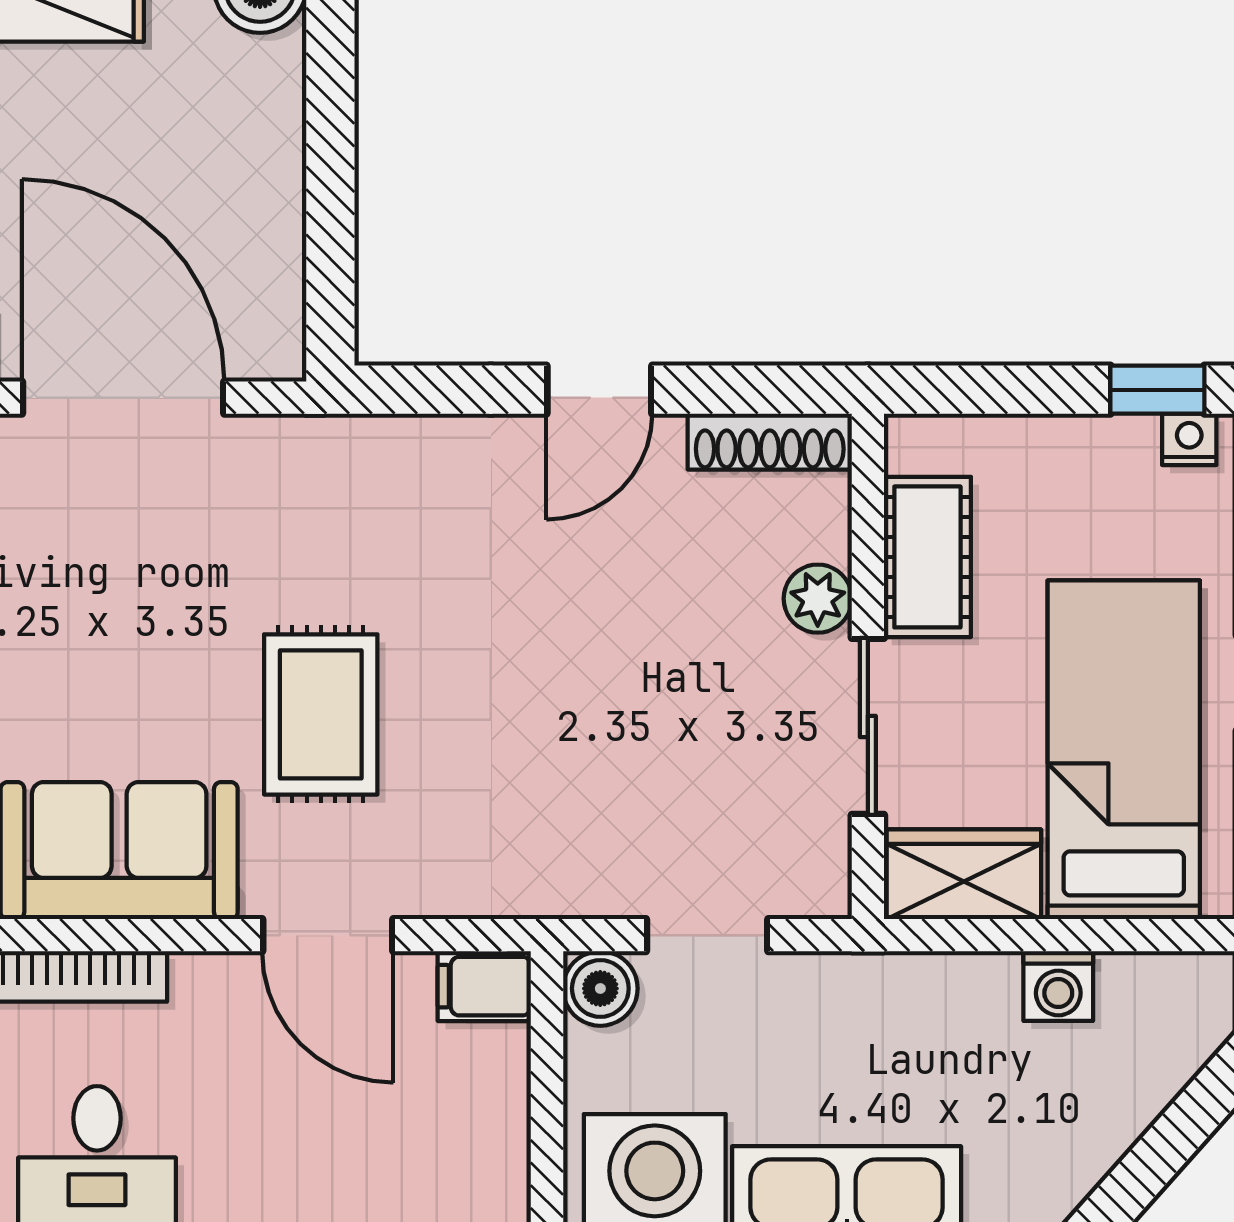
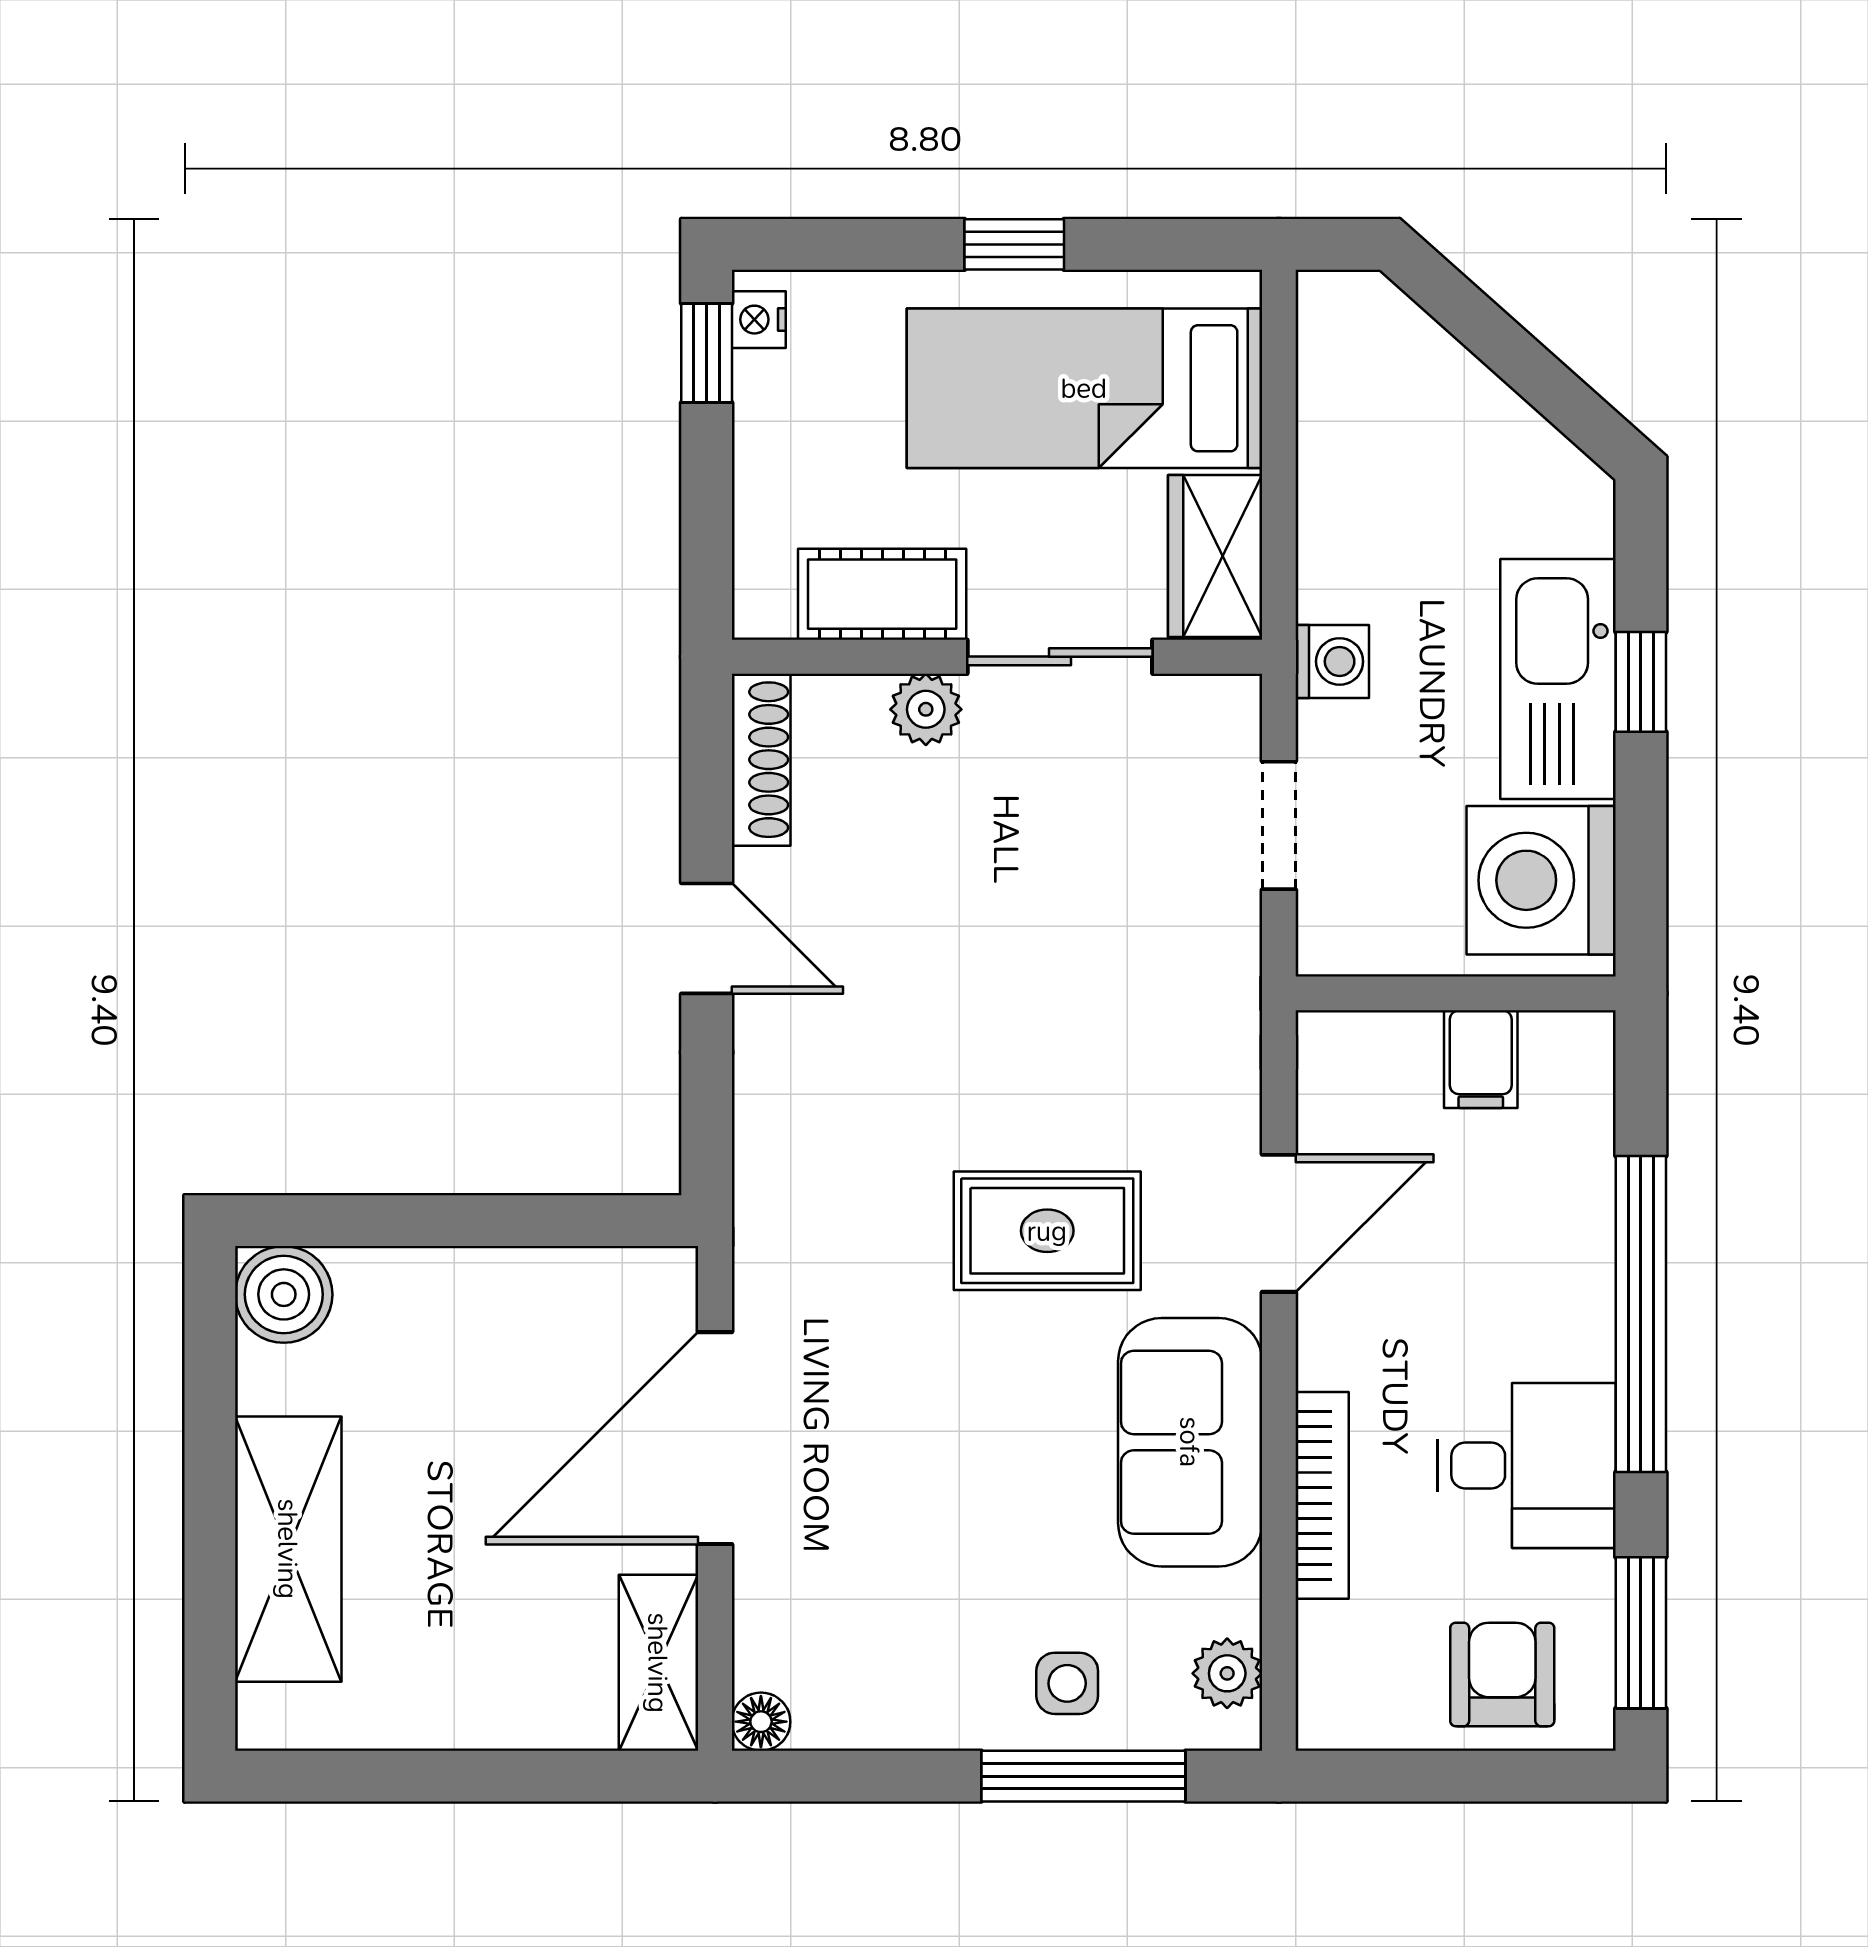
filing cabinet: (484, 986) -> (1481, 1059), moved
washing machine: (1058, 986) -> (1332, 661), moved
boiler: (600, 988) -> (1335, 937), removed

